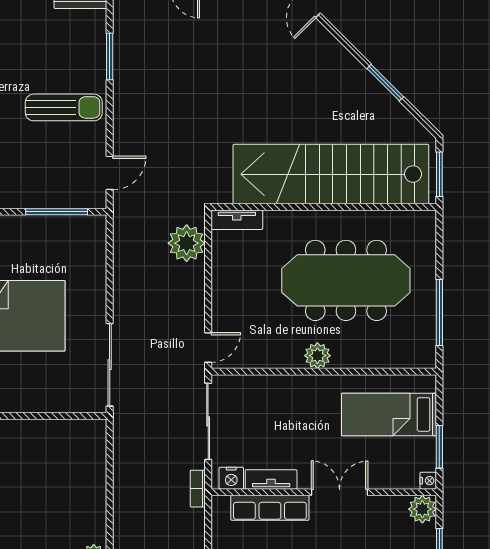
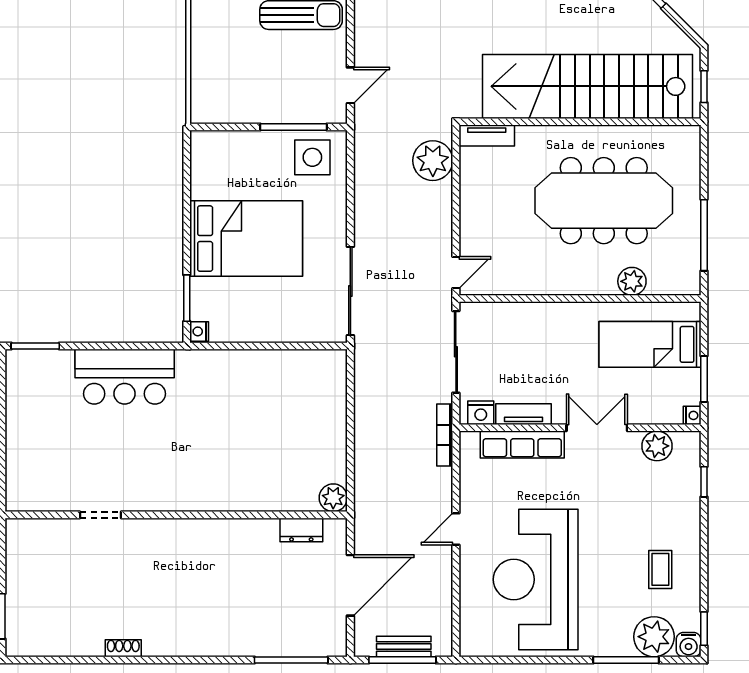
window: (439, 174) -> (704, 87), width x0.67
side table: (74, 240) -> (312, 157), added
plant: (317, 356) -> (632, 281), moved
bookcase: (198, 489) -> (445, 435), width x1.56
plant: (422, 509) -> (657, 446), moved

